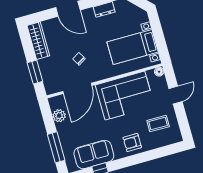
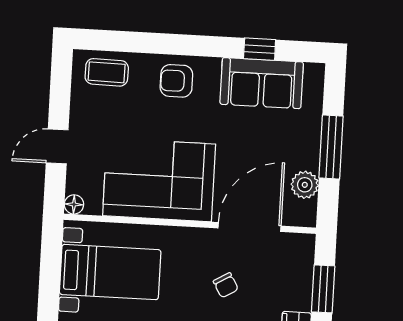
coffee table: (158, 124) -> (107, 72), moved
armchair: (132, 142) -> (176, 81), turned 180
window: (56, 147) -> (331, 147), moved

